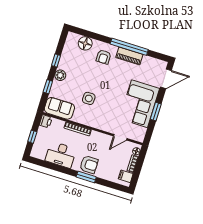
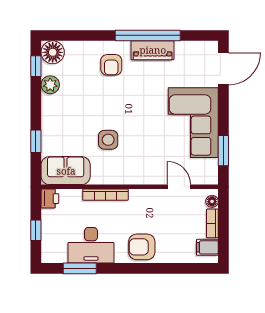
floor lamp: (85, 43) -> (53, 52), moved
window: (56, 61) -> (36, 66), moved
plant: (60, 75) -> (50, 85), moved
window: (156, 112) -> (223, 151), moved
door: (120, 137) -> (179, 187), swing flipped
armchair: (89, 165) -> (142, 247), turned 180
window: (86, 177) -> (80, 268), moved

